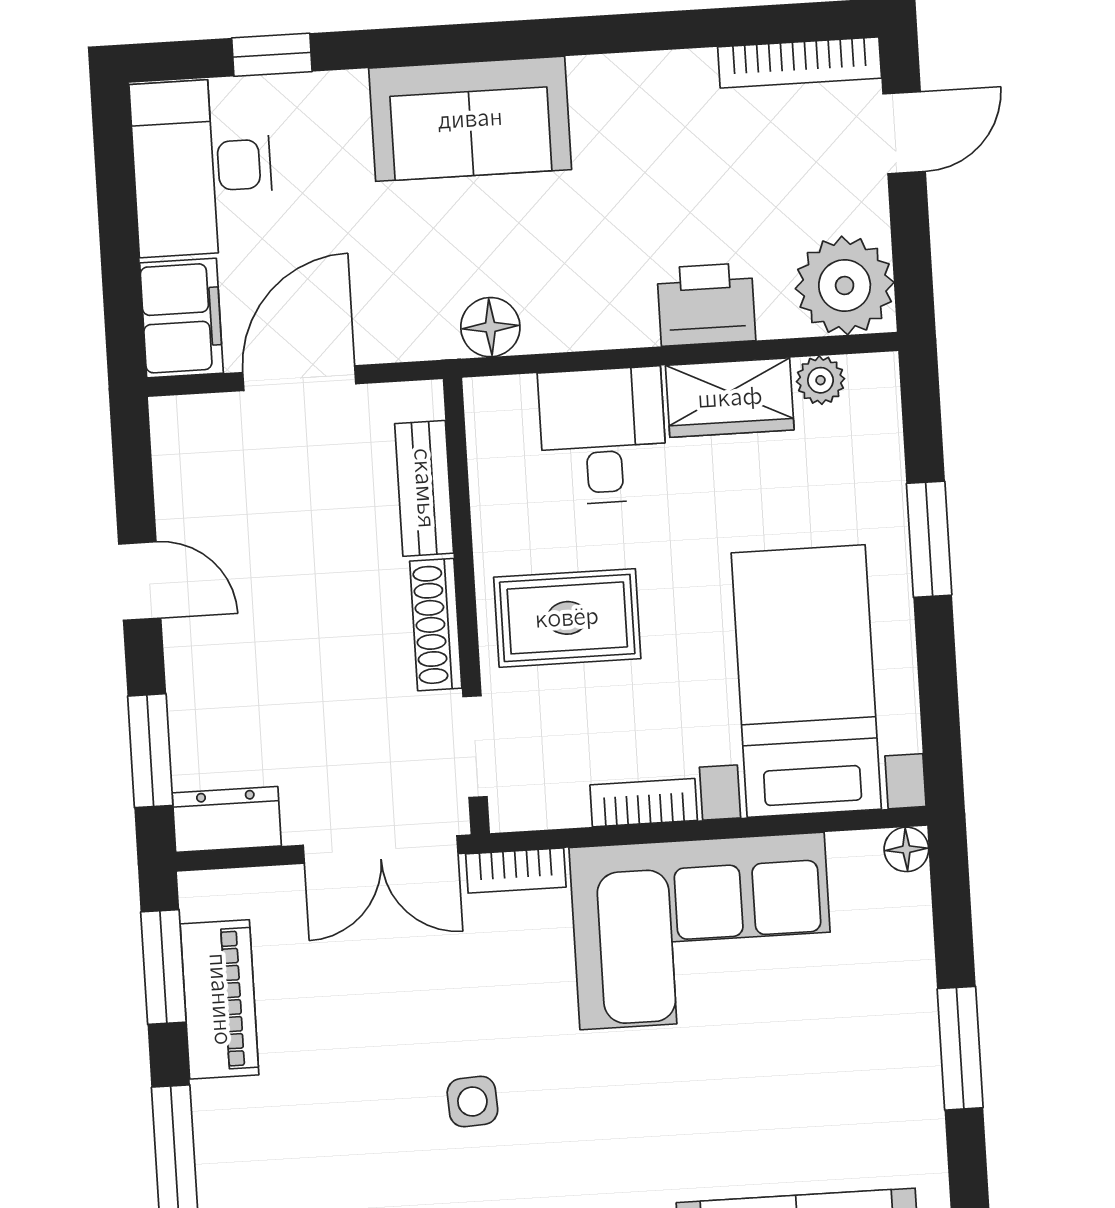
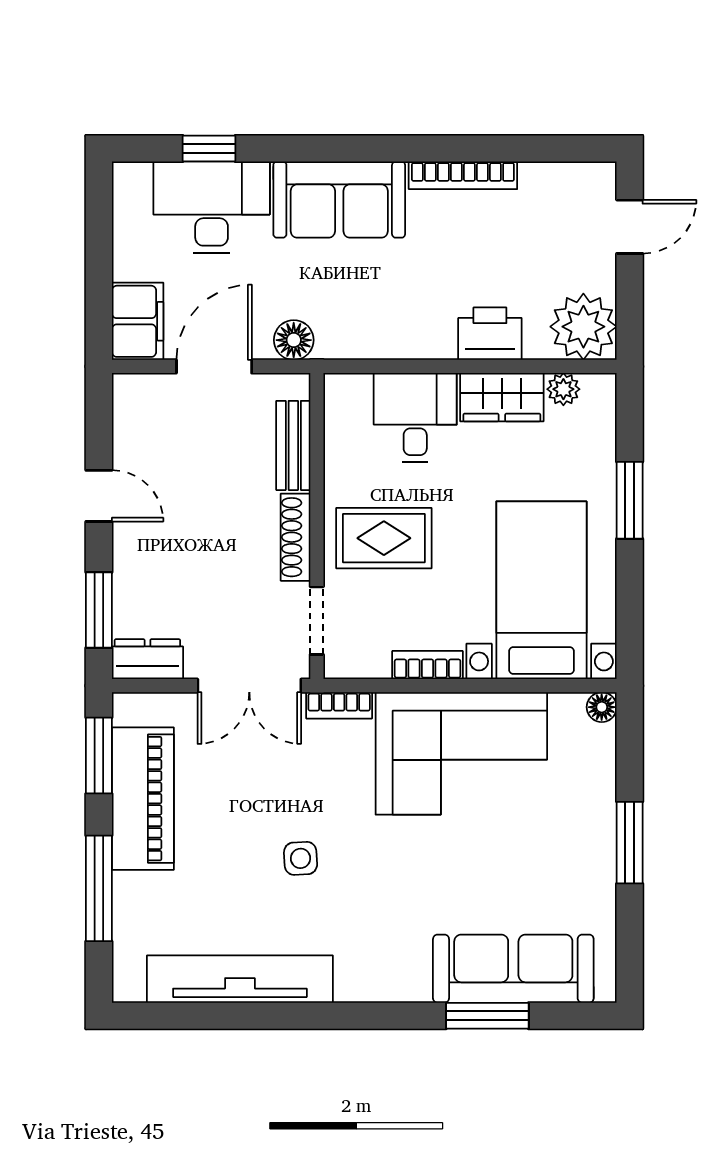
bookcase: (800, 62) -> (463, 175), moved
desk: (202, 167) -> (212, 207), moved, turned 90
floor lamp: (490, 327) -> (294, 340), moved
piano: (220, 999) -> (143, 799), width x1.37, depth x1.33

